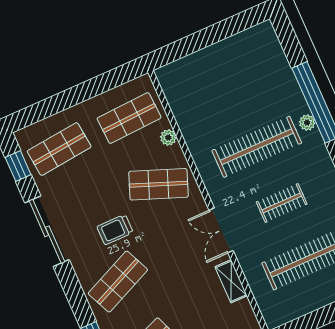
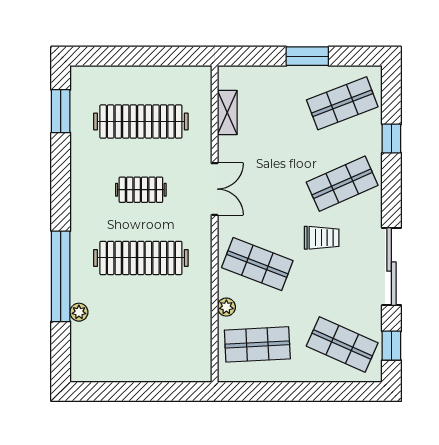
plant: (307, 123) -> (79, 312), moved
shop shelf: (59, 149) -> (342, 344), turned 30
shelving: (231, 281) -> (227, 112), moved

